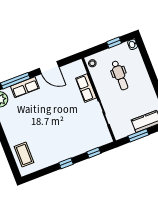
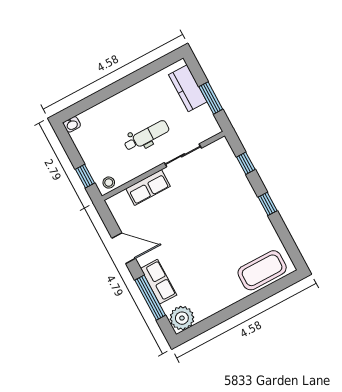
window: (114, 43) -> (85, 176), moved
door: (49, 68) -> (124, 248), hinge flipped
dental chair: (120, 75) -> (147, 136), moved
coffee table: (24, 154) -> (262, 270), width x1.36, depth x1.32

